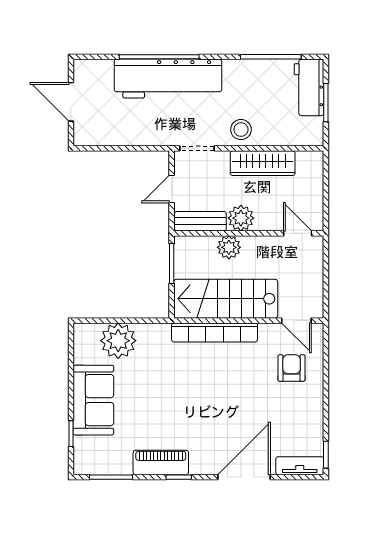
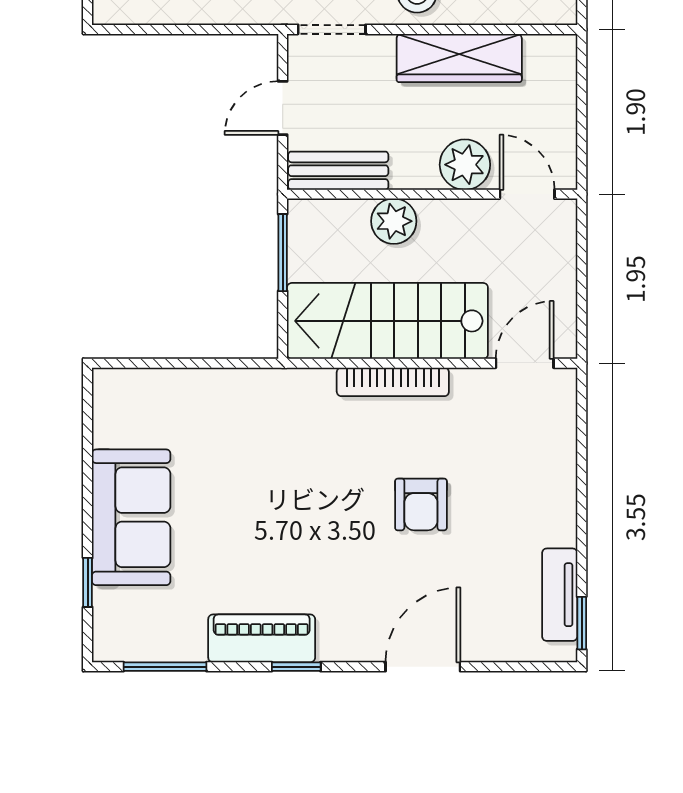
plant: (241, 218) -> (465, 165), moved
door: (296, 321) -> (525, 363), swing flipped
bookcase: (215, 333) -> (393, 382), width x0.68, depth x0.76
plant: (118, 341) -> (179, 402), removed
armchair: (292, 368) -> (421, 504), moved, turned 180
tv unit: (300, 466) -> (560, 595), moved, turned -90
door: (244, 477) -> (423, 667), width x0.73

